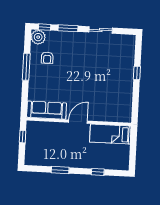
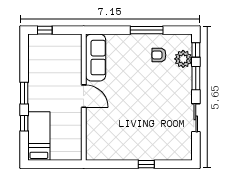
plant: (38, 37) -> (183, 59), moved
bed: (110, 134) -> (39, 136), moved
window: (23, 137) -> (45, 30), moved
window: (60, 170) -> (24, 93), moved

